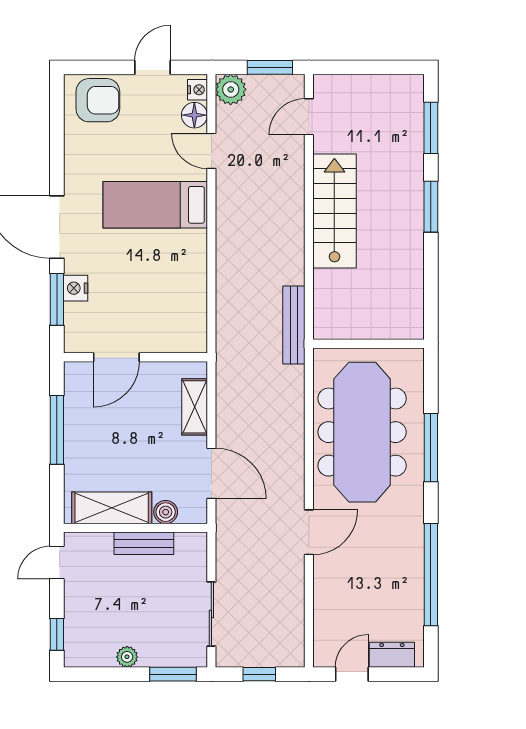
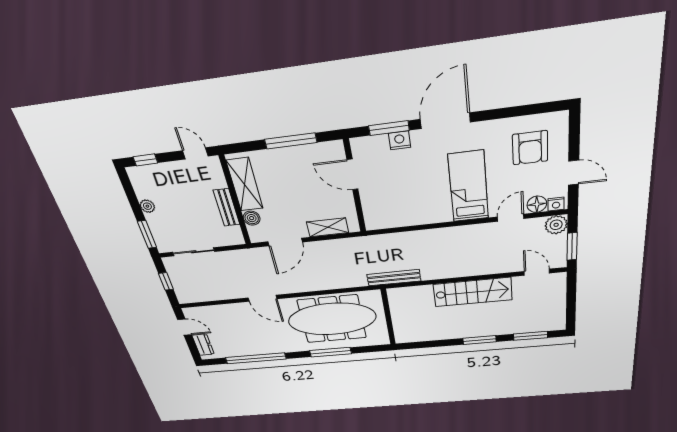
armchair: (98, 100) -> (530, 148), moved

